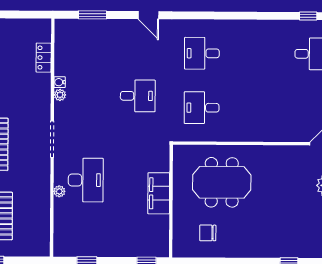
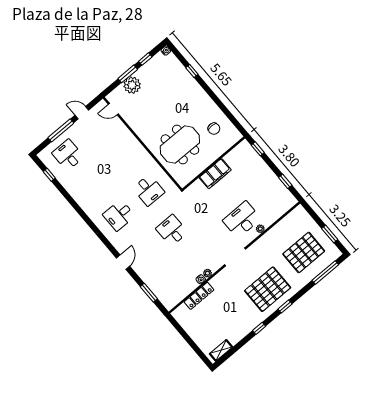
desk: (202, 53) -> (119, 215), turned 90
locker: (44, 58) -> (199, 296), width x1.53
meeting table: (222, 182) -> (180, 145), turned 90

